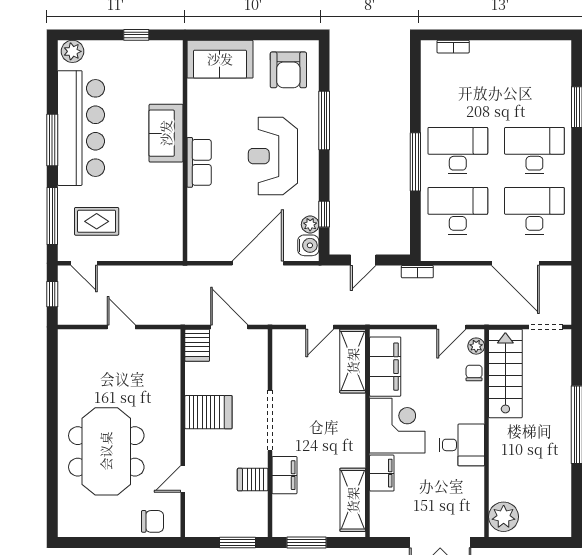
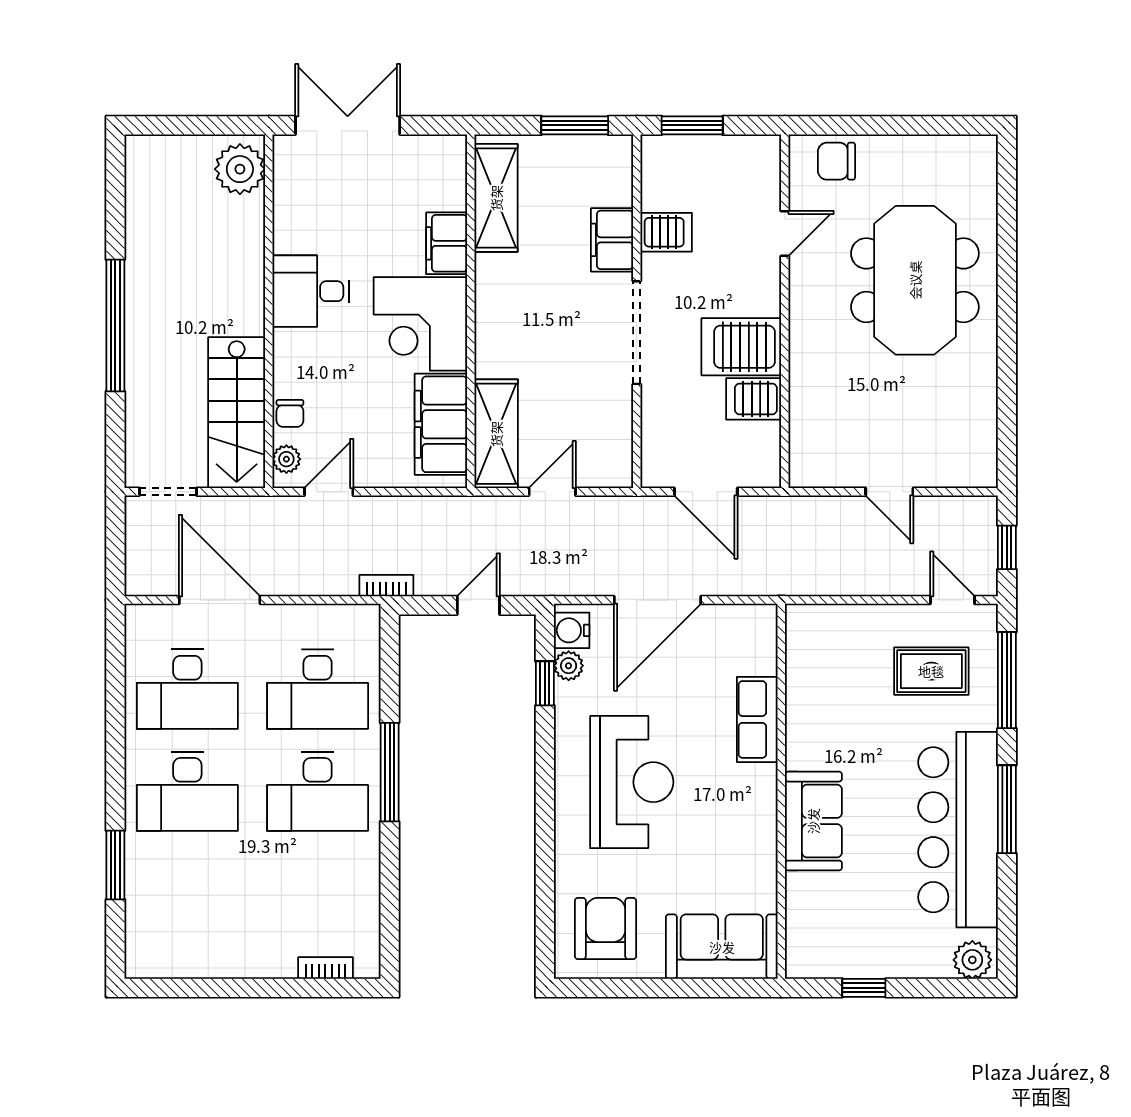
window: (324, 121) -> (545, 842), removed
row of seats: (199, 162) -> (757, 719), moved
server rack: (197, 345) -> (754, 399), moved, turned -90

